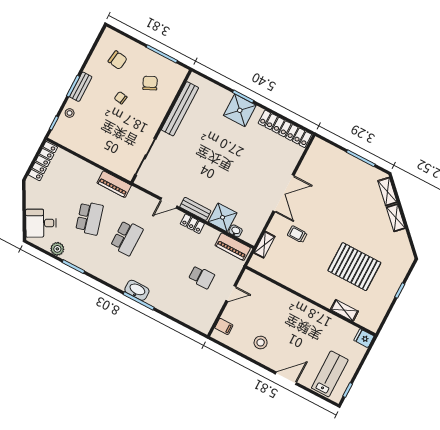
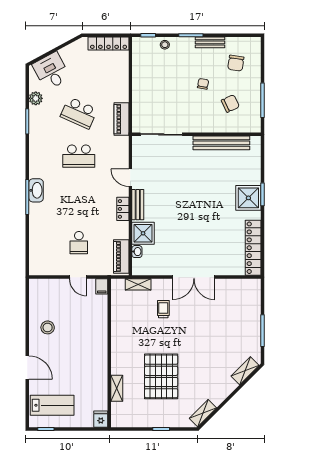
bench: (81, 87) -> (210, 42), moved
school desk: (89, 218) -> (79, 113), turned 39
shelving: (396, 218) -> (203, 413), moved
filing cabinet: (224, 326) -> (102, 286), moved

